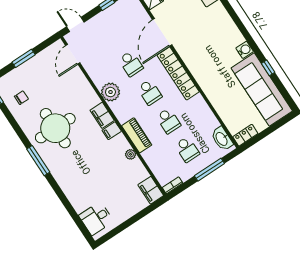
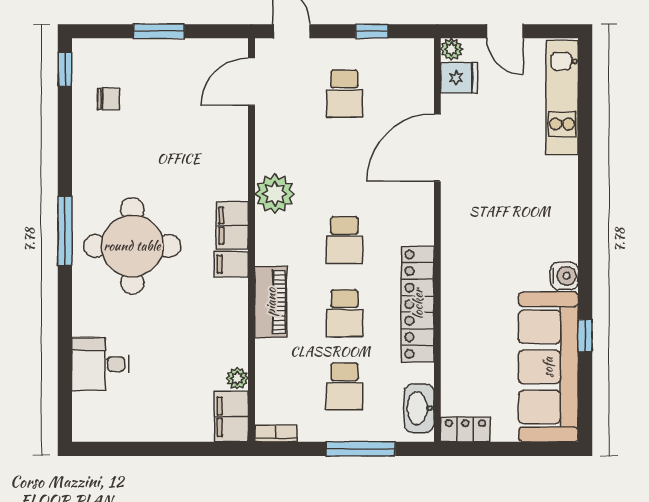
school desk: (131, 64) -> (344, 94), moved
locker: (178, 73) -> (418, 304), moved
round table: (55, 128) -> (132, 246), moved
plant: (131, 154) -> (237, 378), moved
desk: (96, 218) -> (100, 364), moved

